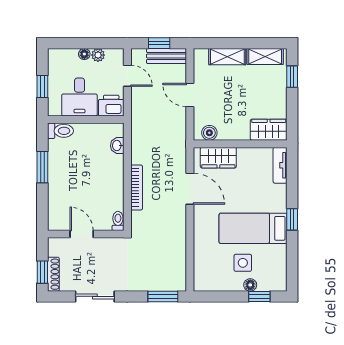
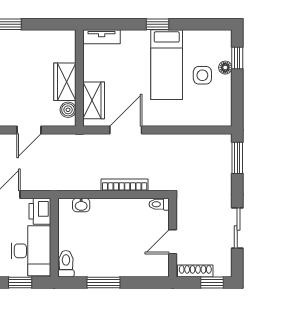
desk: (79, 97) -> (31, 251), width x1.37
wardrobe: (269, 130) -> (65, 82), moved
shoe rack: (53, 274) -> (195, 271), moved

